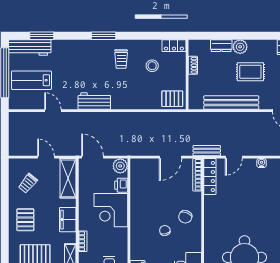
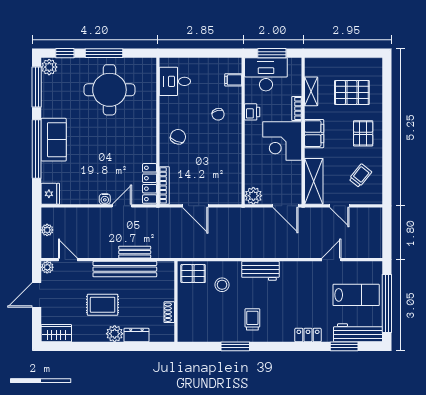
window: (103, 36) -> (235, 346), moved
locker: (174, 46) -> (308, 335), moved
stool: (152, 66) -> (222, 285), moved
workbench: (94, 101) -> (260, 271), moved
door: (53, 111) -> (331, 260), swing flipped
bench: (207, 151) -> (135, 252), moved
door: (170, 157) -> (195, 206), swing flipped
water cooler: (262, 163) -> (105, 199), moved
printer: (121, 185) -> (252, 112), moved
corner desk: (111, 210) -> (282, 141), moved, turned 180
chair: (165, 231) -> (218, 114), moved

